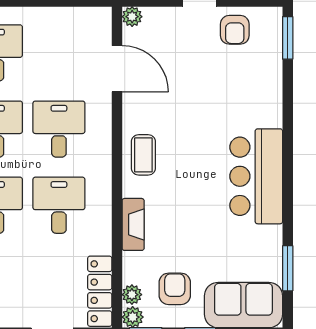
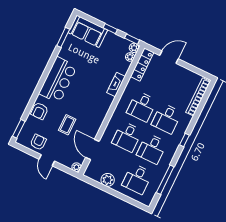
plant: (56, 21) -> (108, 180), added
coffee table: (143, 155) -> (67, 125), moved
armchair: (175, 289) -> (39, 111), moved

